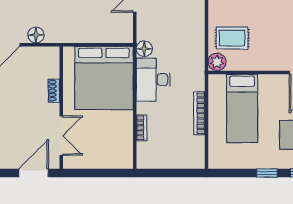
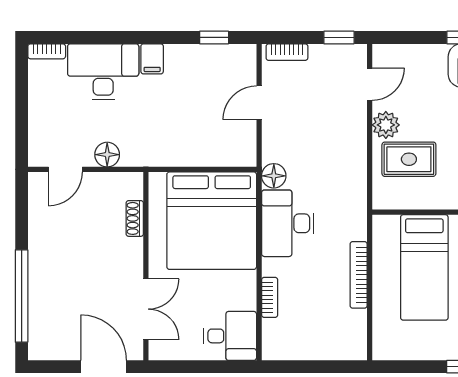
plant: (217, 62) -> (386, 125), moved
shoe rack: (54, 91) -> (135, 218), moved
desk: (116, 153) -> (230, 336), added
door: (34, 173) -> (104, 367), hinge flipped

